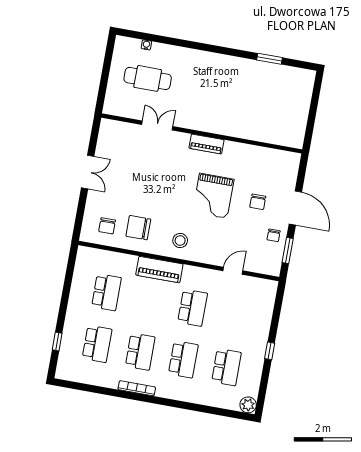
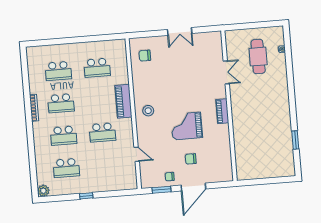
chair: (138, 228) -> (149, 78), removed
window: (57, 342) -> (52, 42), removed

